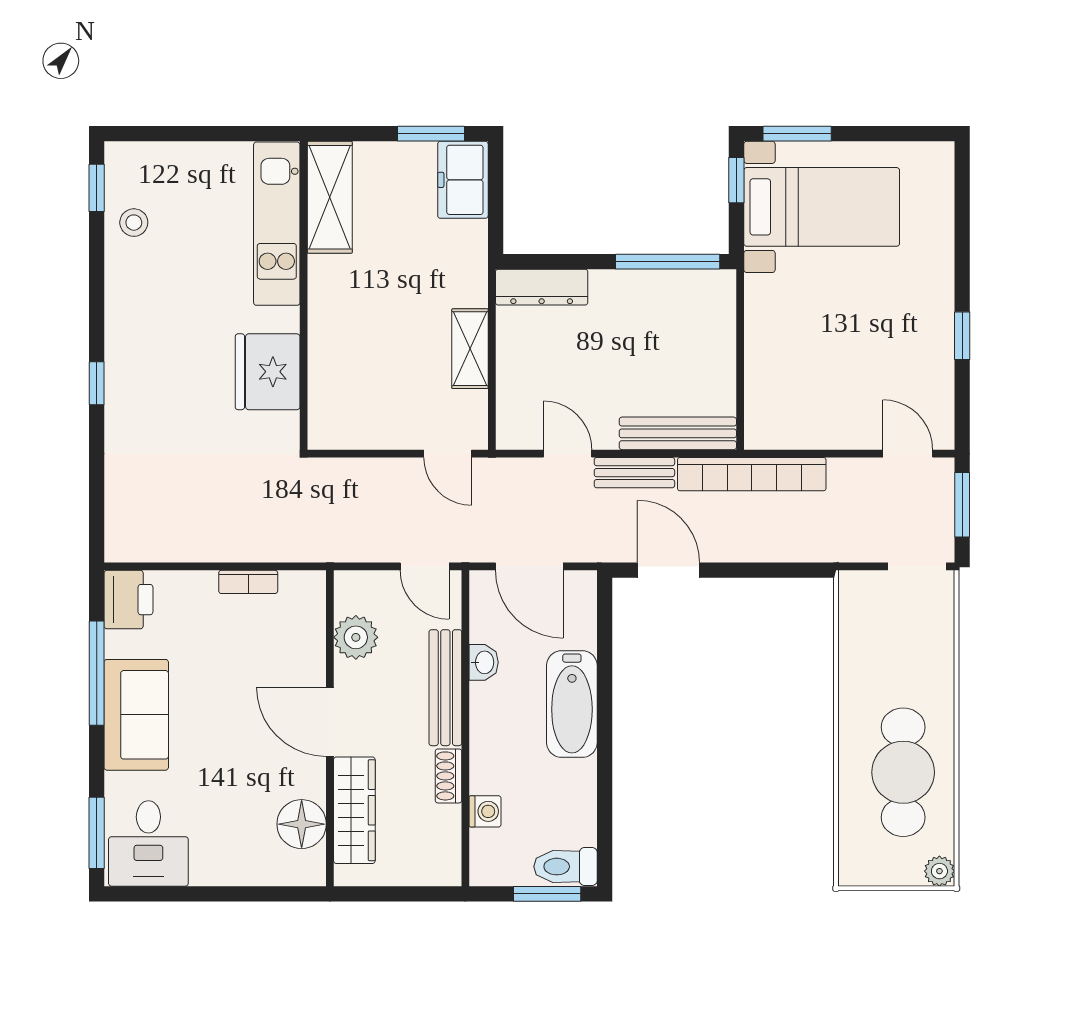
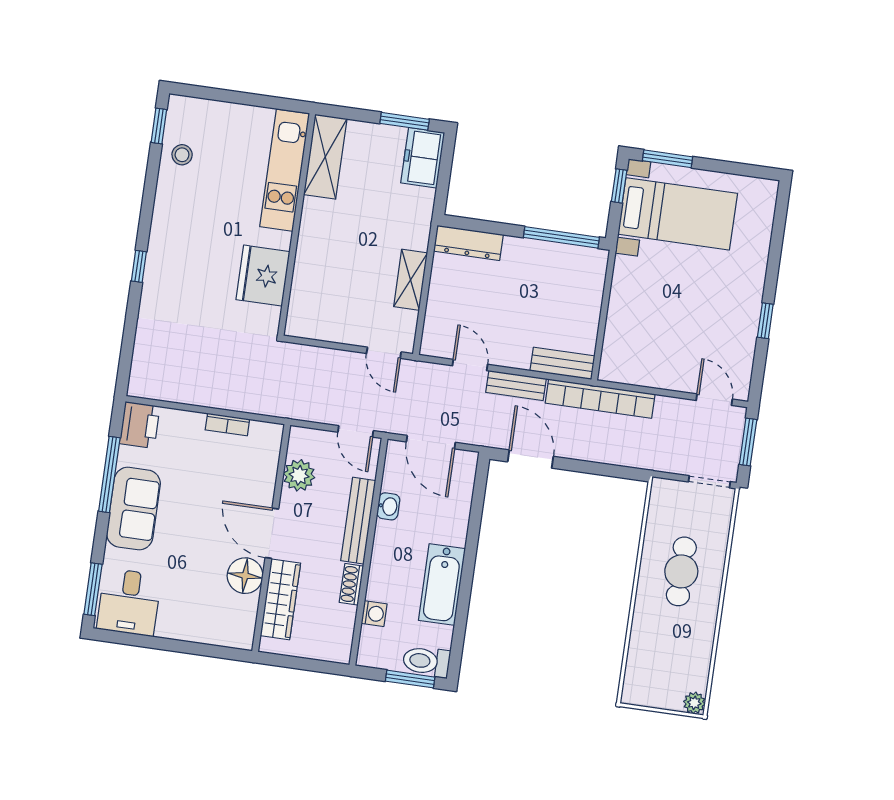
bench: (678, 433) -> (562, 363), width x0.73
bathtub: (572, 704) -> (442, 585), moved
cafe table: (903, 772) -> (681, 571), moved, width x0.73, depth x0.74
floor lamp: (302, 824) -> (245, 576), moved

